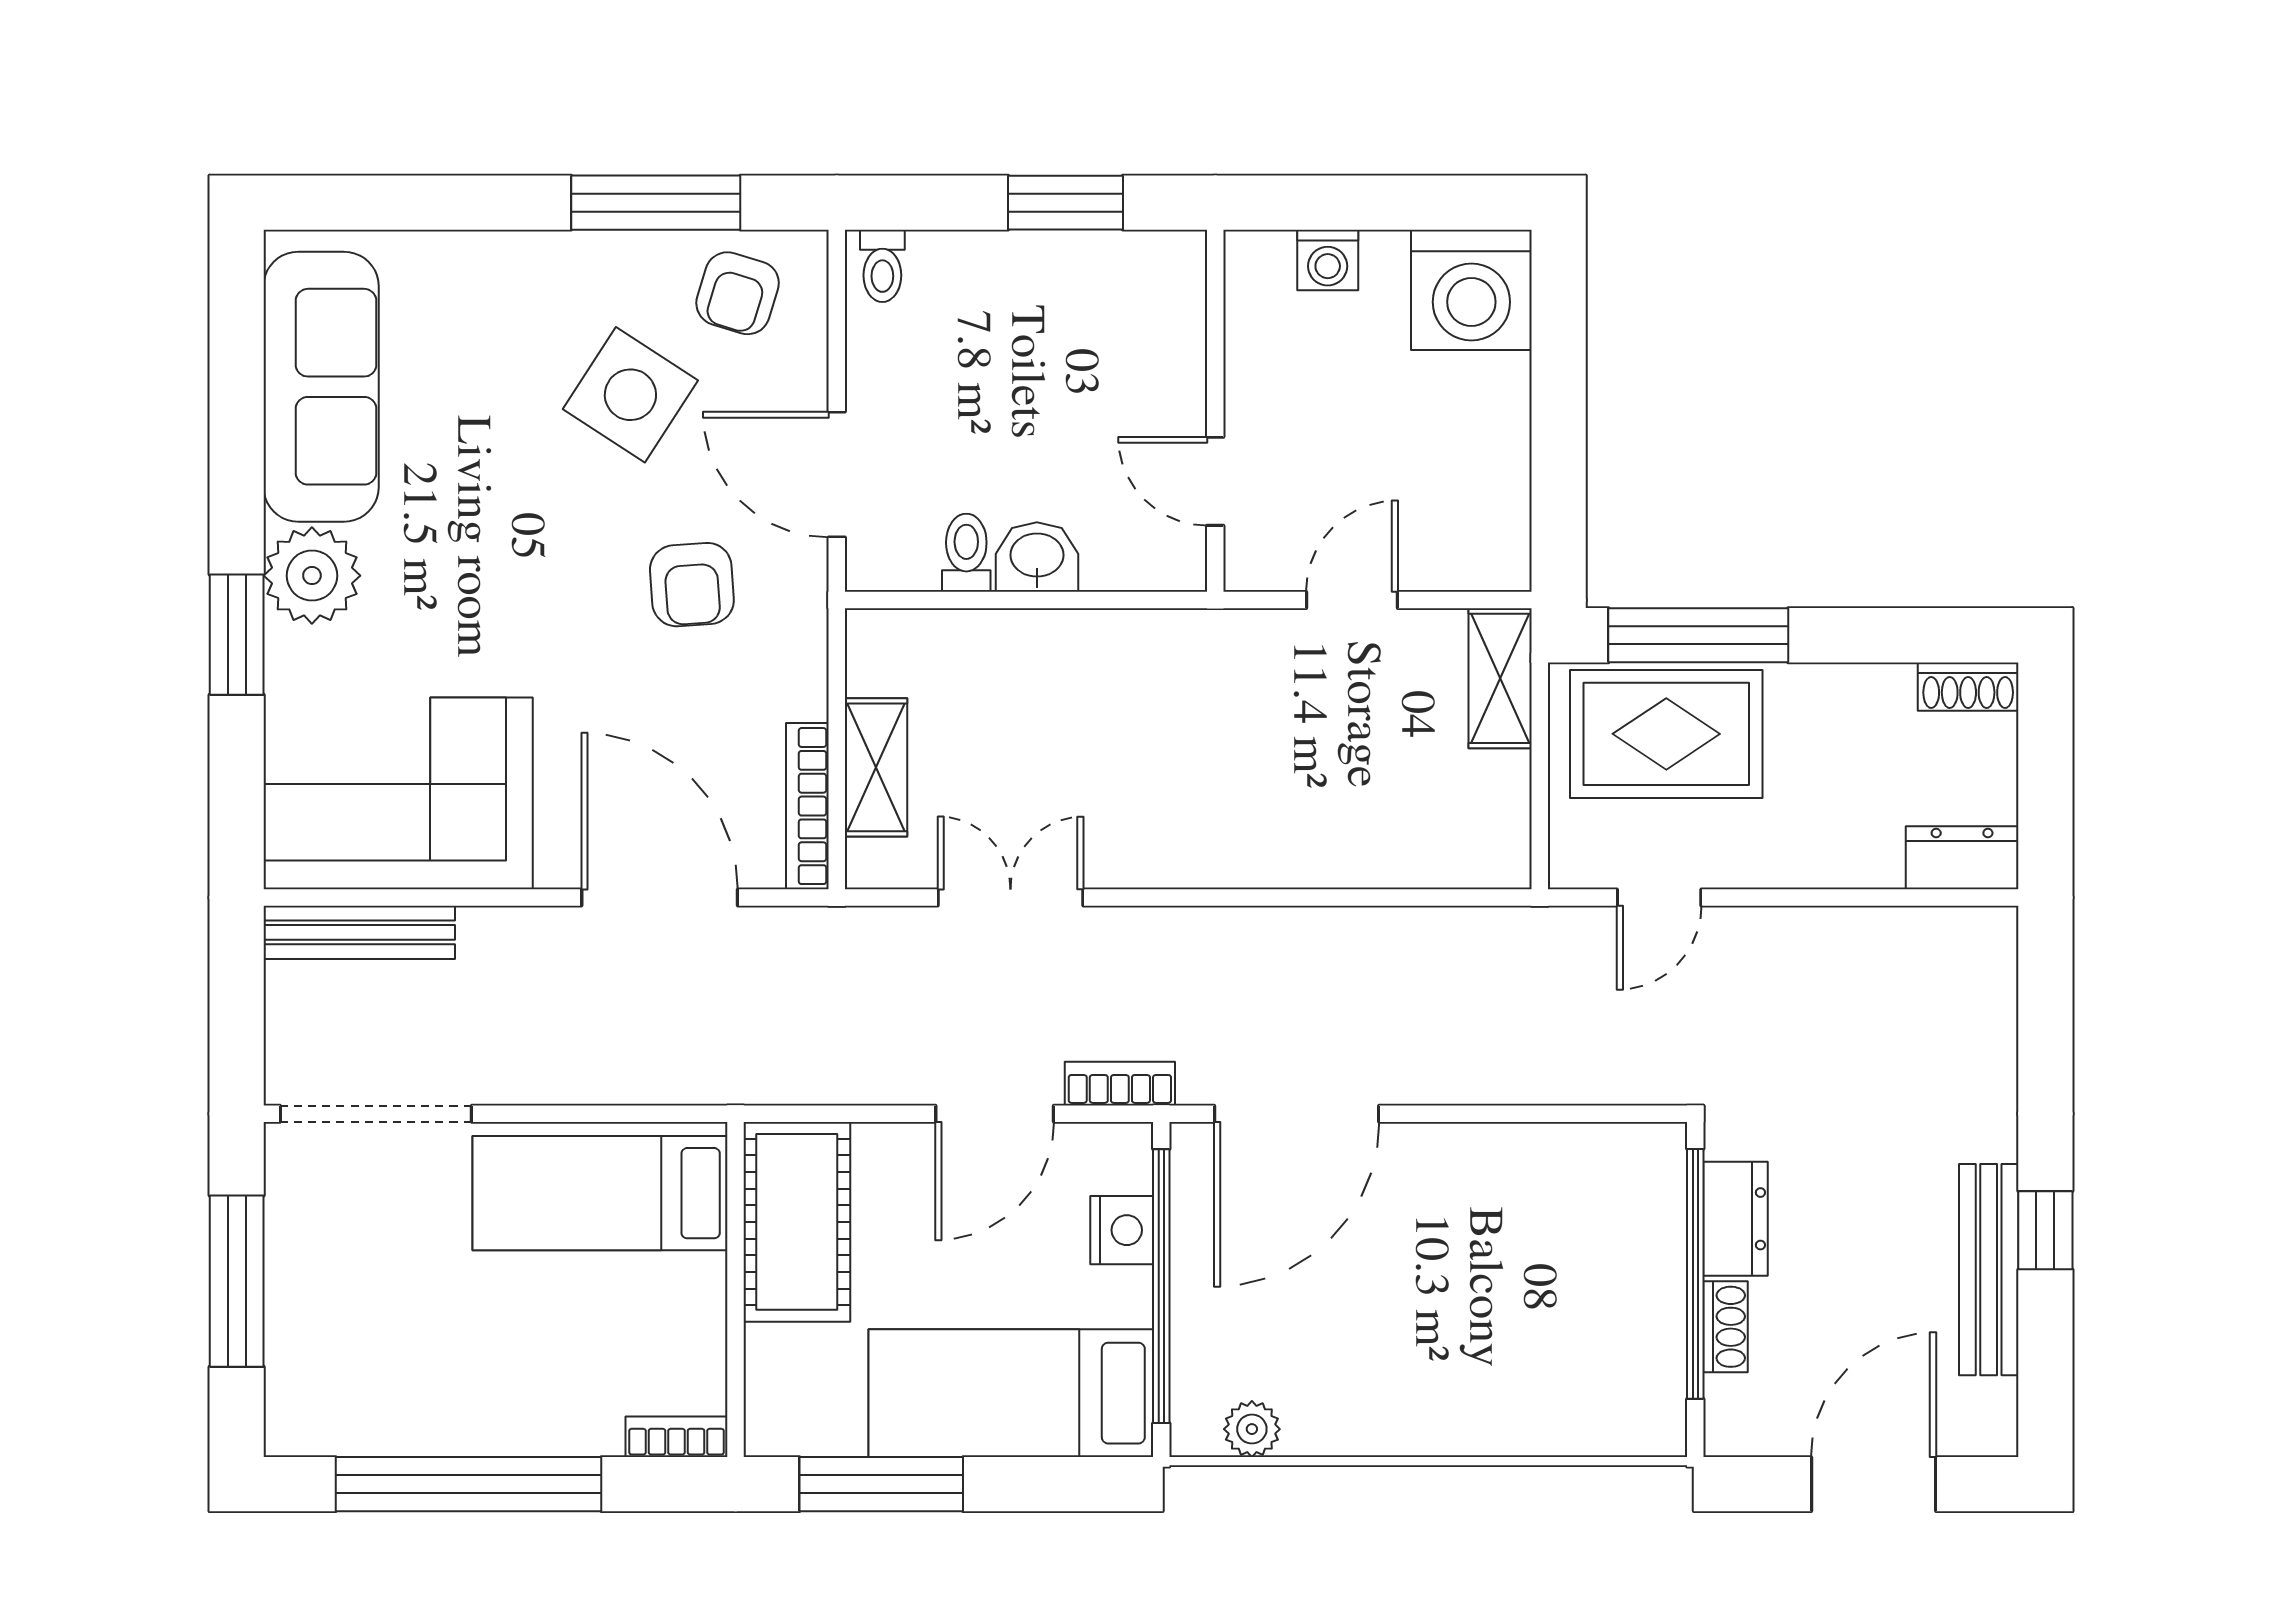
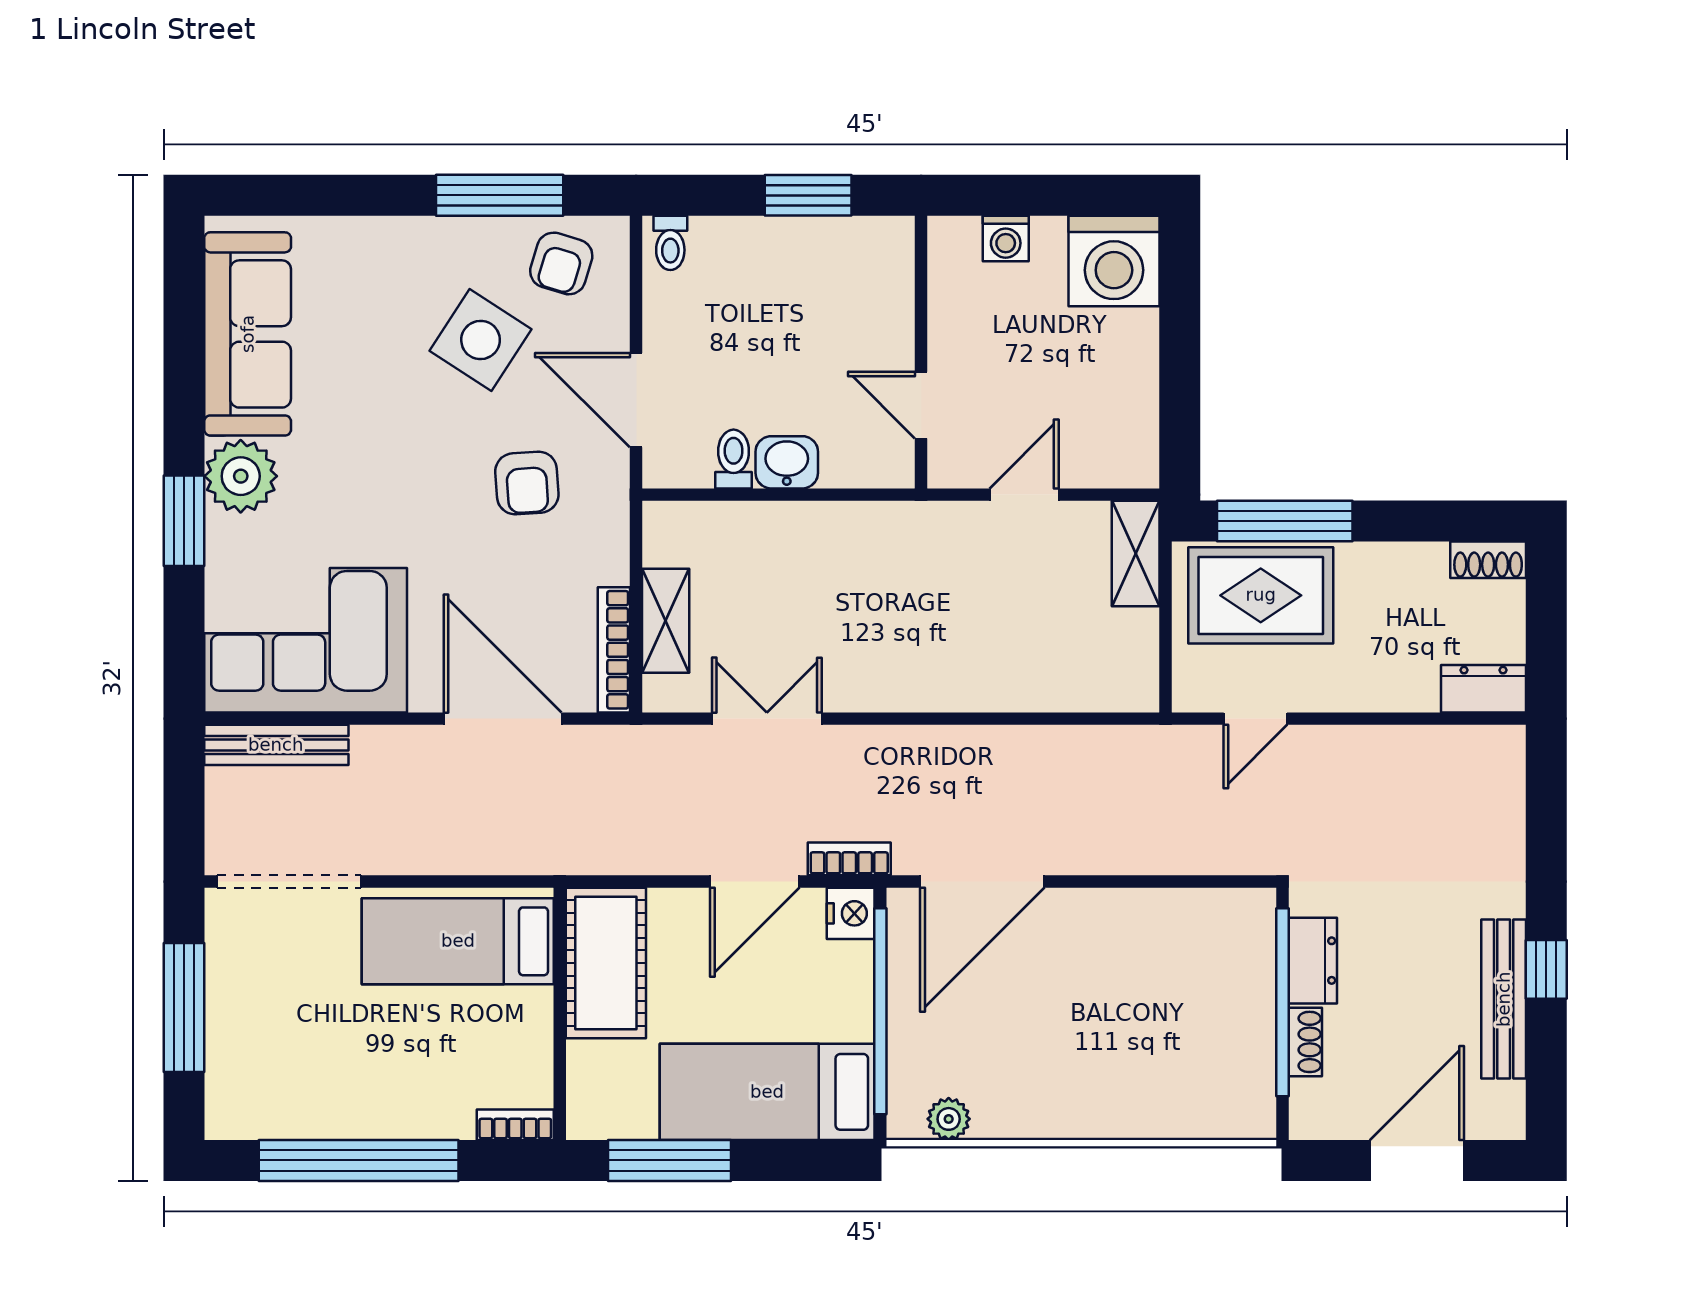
nightstand: (1122, 1230) -> (851, 913), moved

